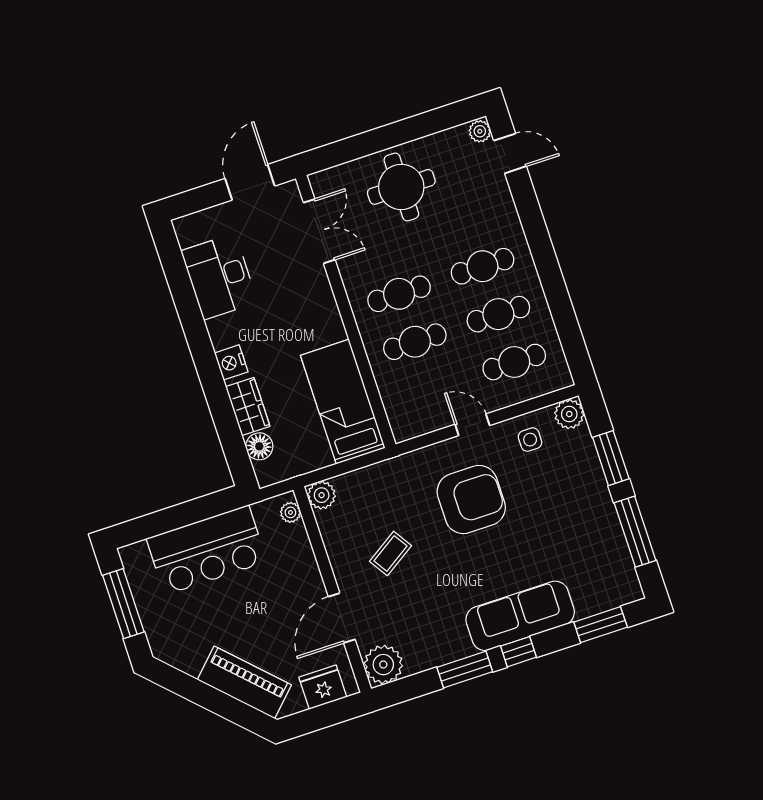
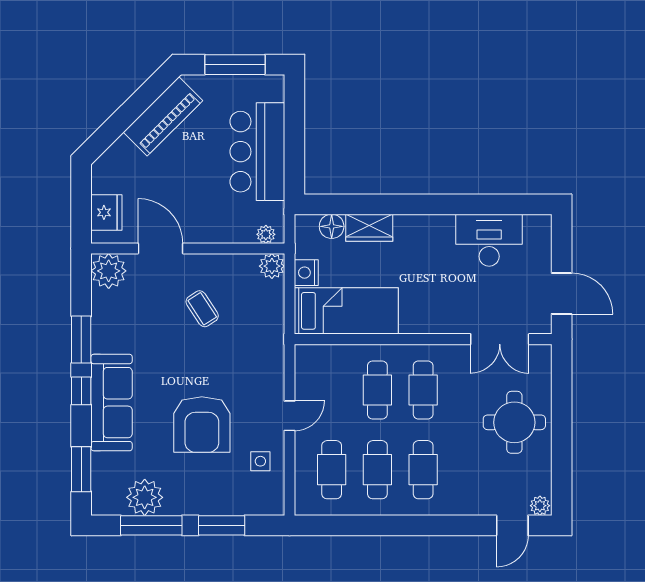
nightstand: (231, 362) -> (306, 273), moved, turned -90
plant: (569, 414) -> (145, 497), moved, width x1.36, depth x1.36
armchair: (471, 500) -> (202, 424), moved
piano: (244, 682) -> (163, 116), moved

